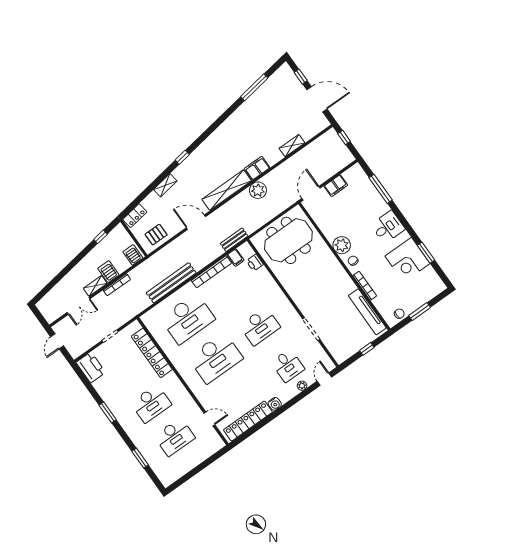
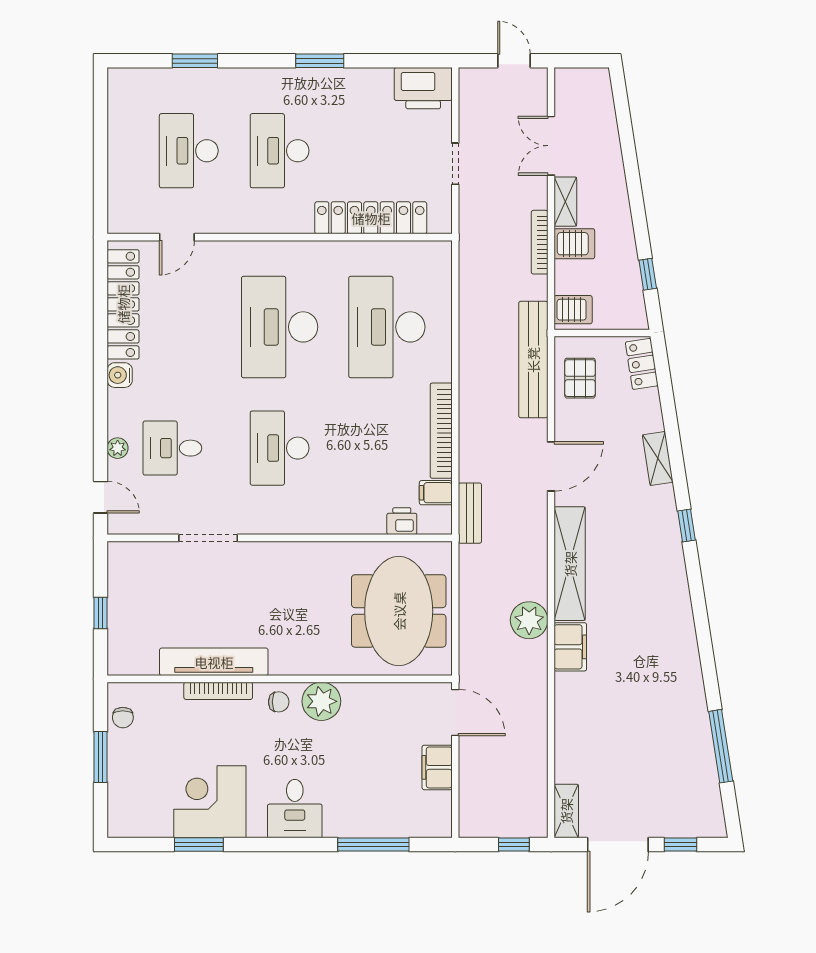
shelving: (292, 146) -> (566, 811), moved
bench: (171, 283) -> (533, 360), moved
tv unit: (367, 312) -> (214, 662), moved

